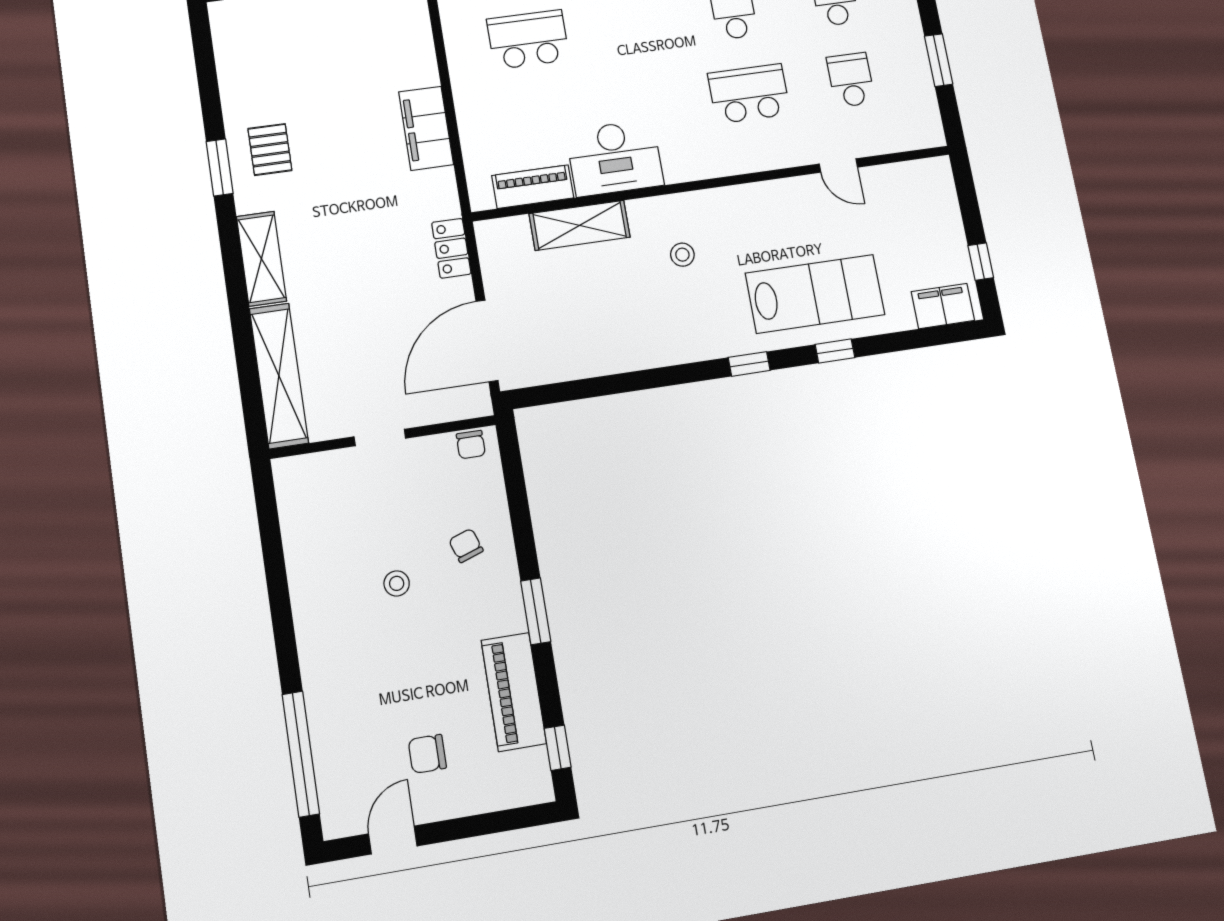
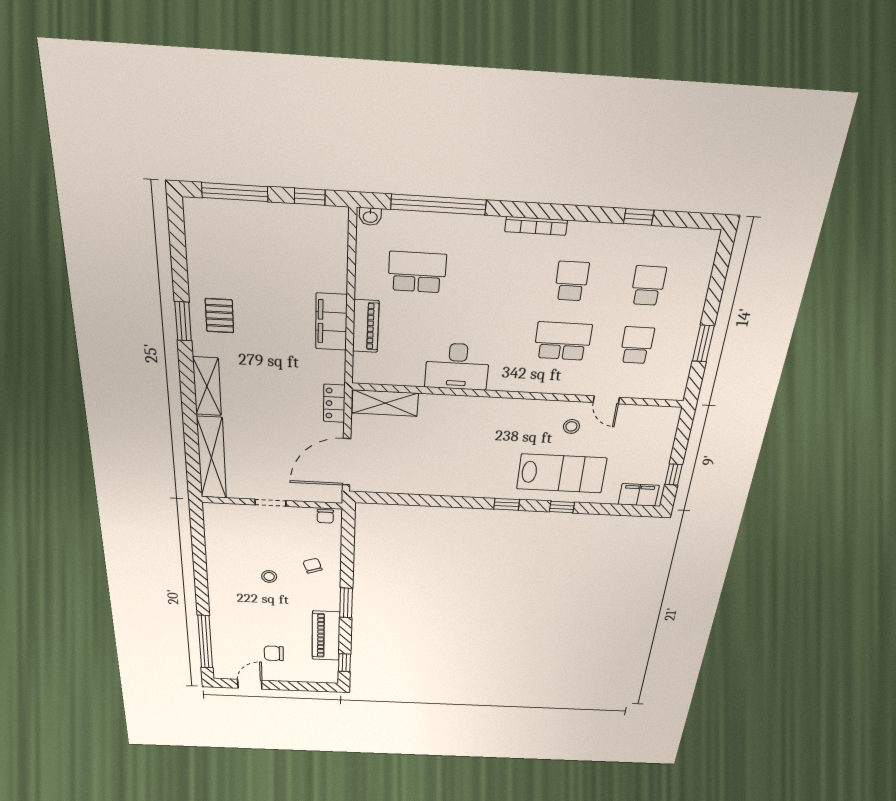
piano: (533, 187) -> (366, 326), moved, turned 90
shelving: (580, 225) -> (385, 403), moved
stool: (682, 255) -> (571, 426), moved

